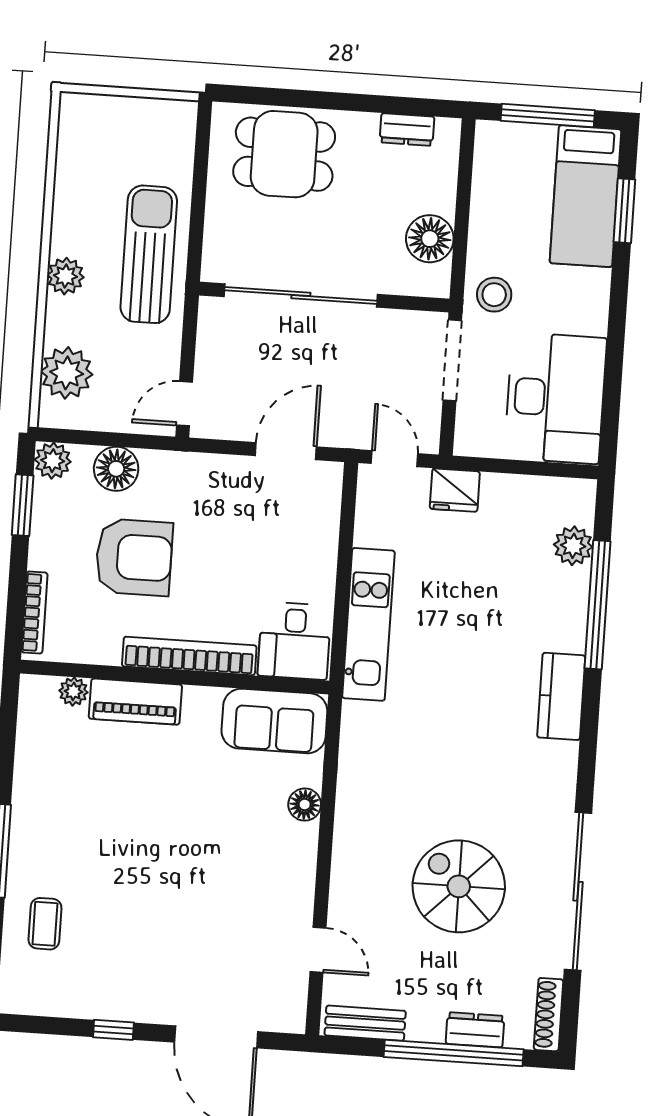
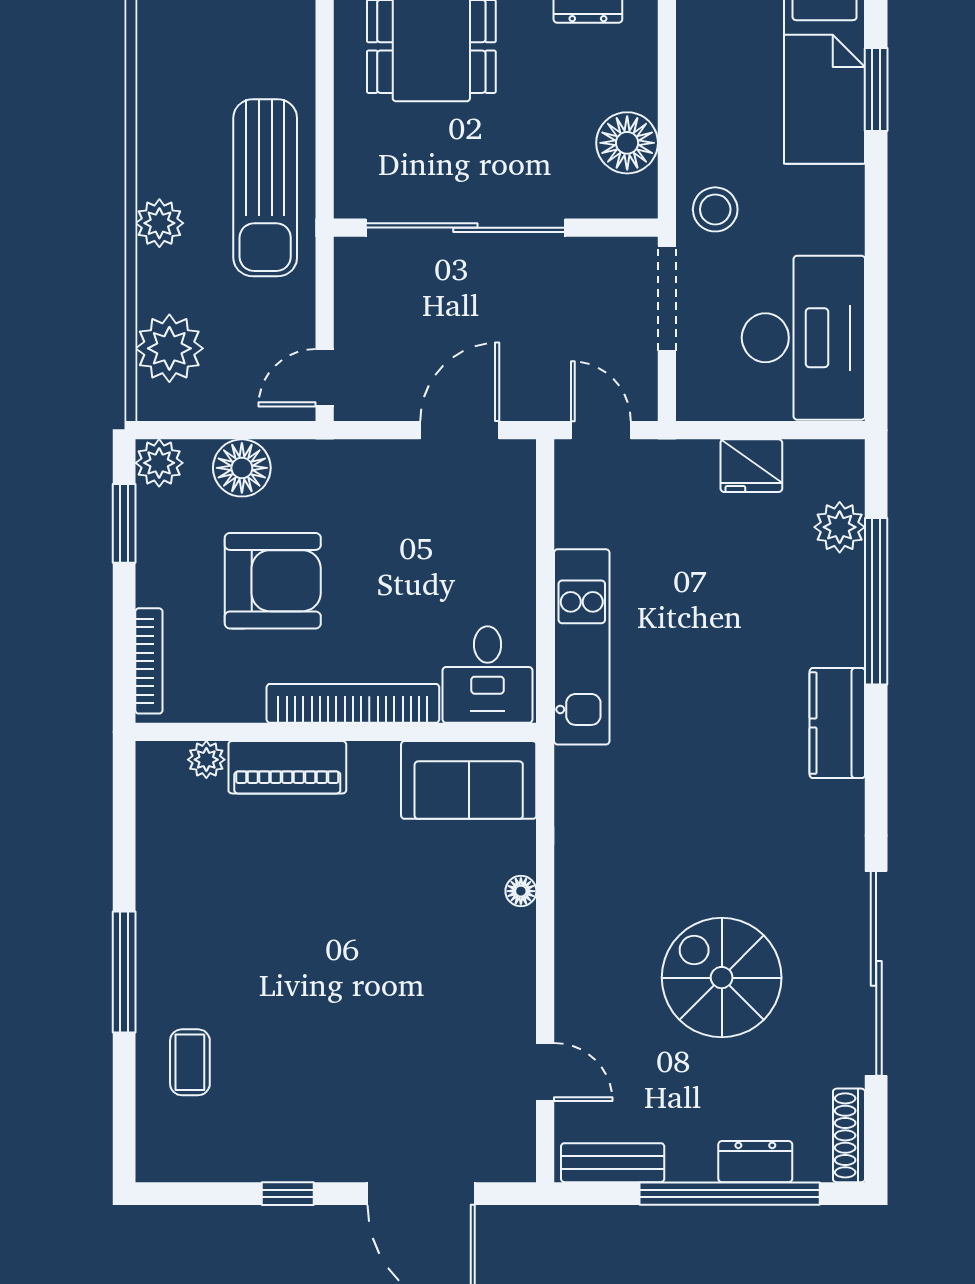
sun lounger: (149, 254) -> (265, 188), turned 180
fridge: (455, 490) -> (751, 466), moved
floor lamp: (305, 805) -> (521, 891), width x0.73, depth x0.73

